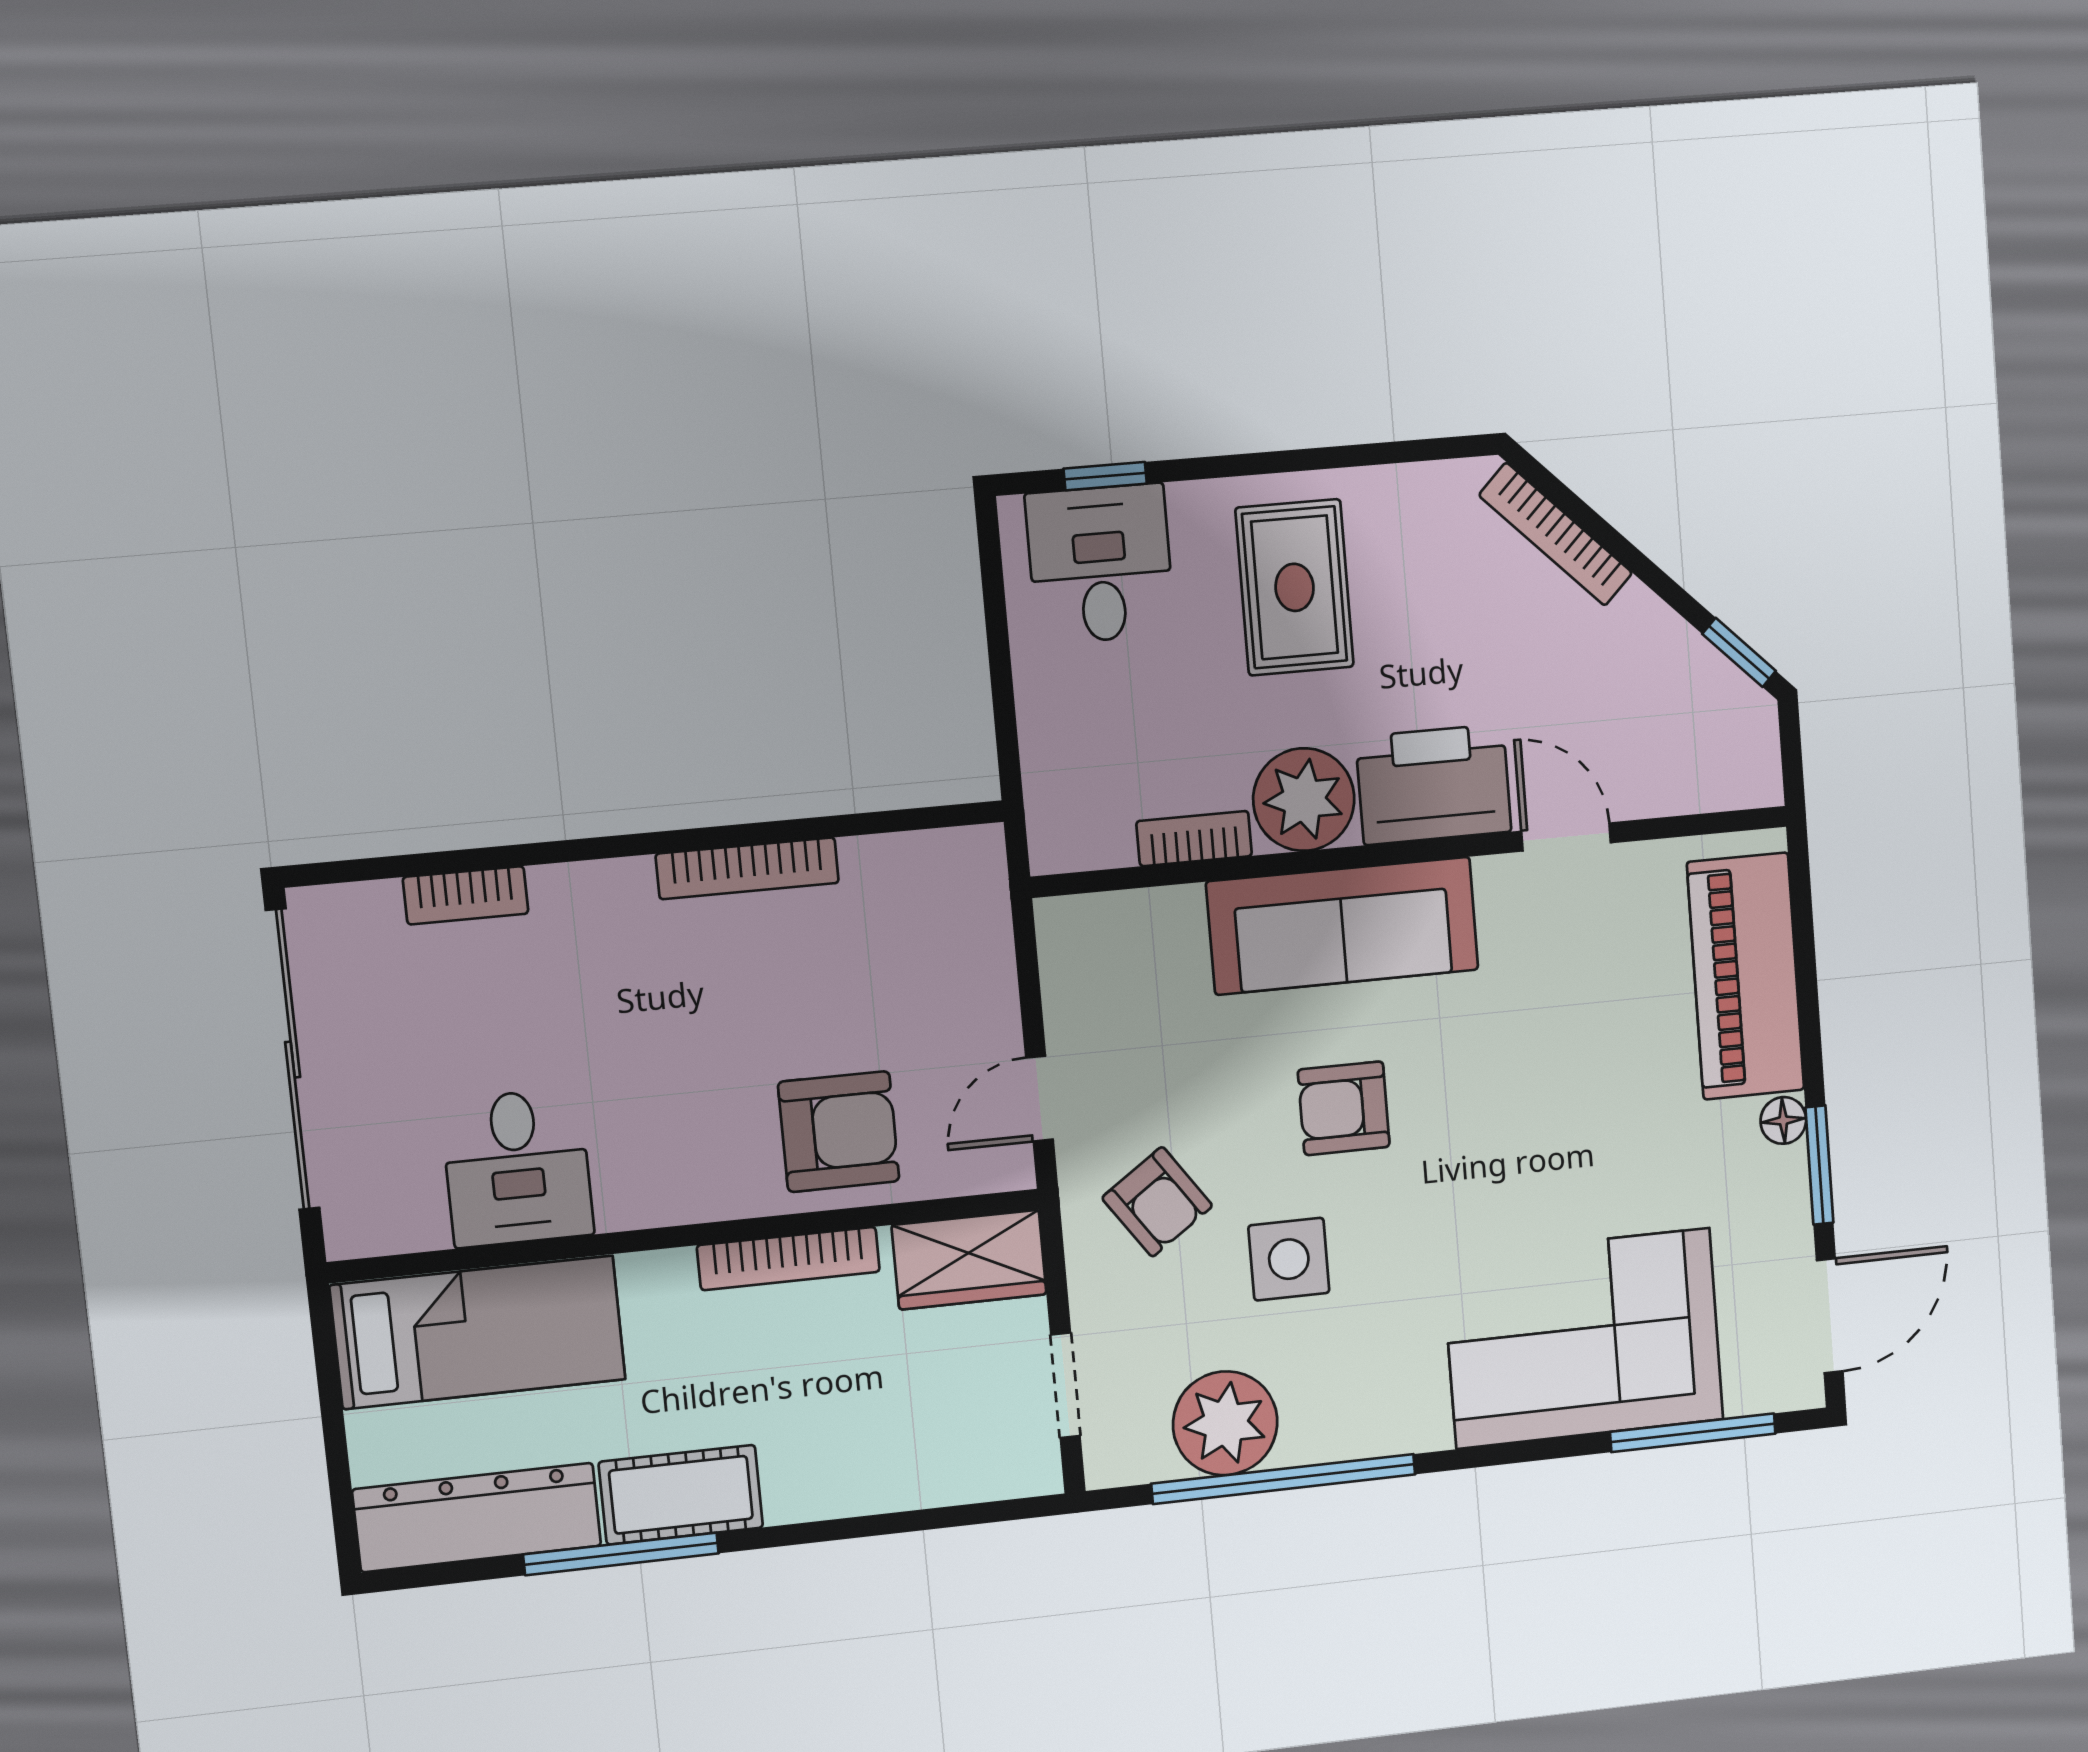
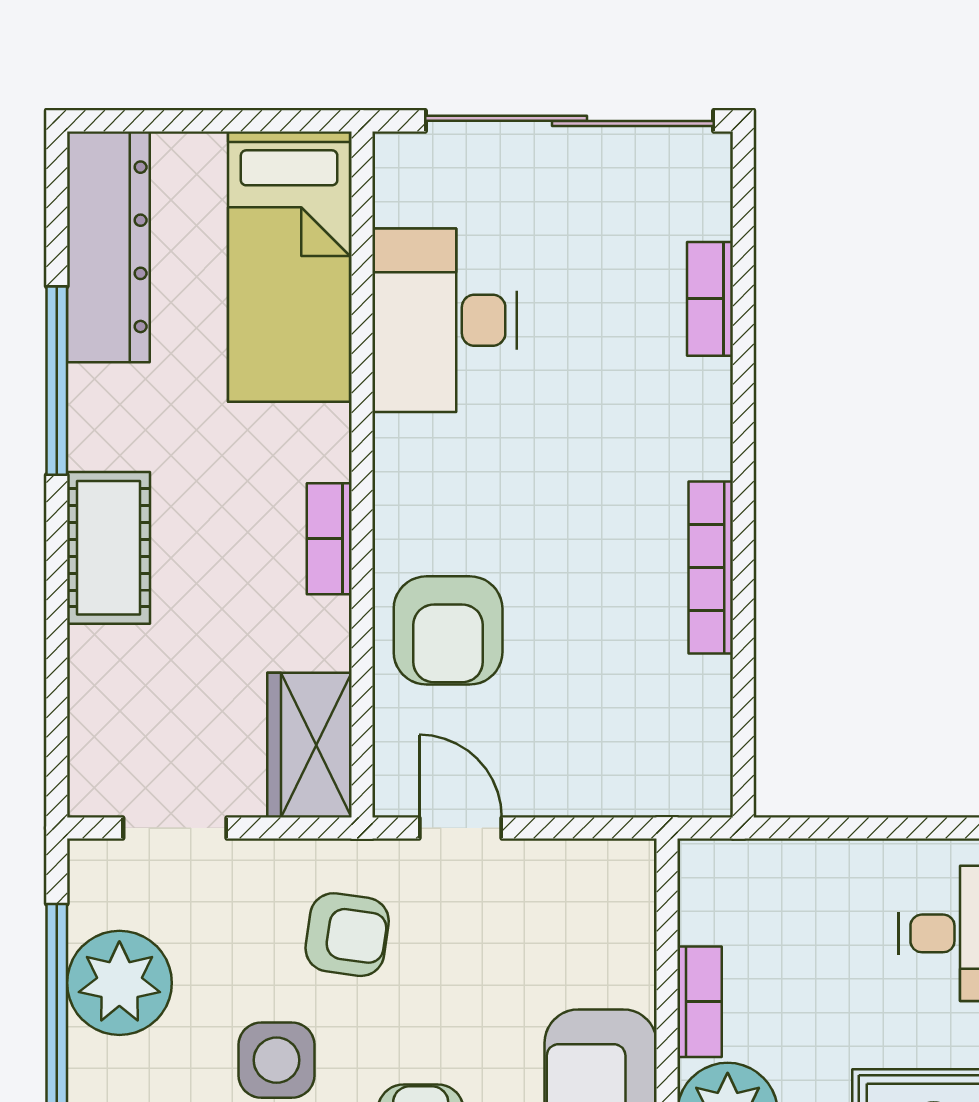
desk: (517, 1168) -> (445, 320), width x1.37
armchair: (1157, 1202) -> (347, 935), turned -137
bookcase: (788, 1258) -> (329, 539), width x0.64
cot: (681, 1495) -> (109, 548), moved

